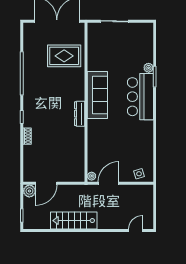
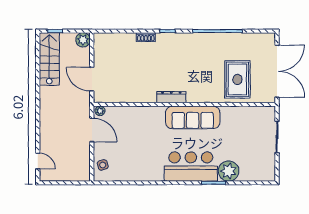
plant: (149, 68) -> (229, 171), width x1.87, depth x1.87
door: (46, 183) -> (92, 79), moved
stairs: (74, 221) -> (49, 59), moved

